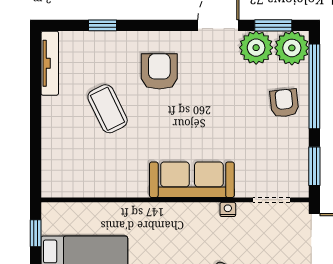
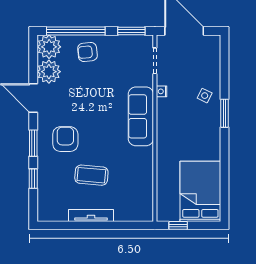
window: (273, 25) -> (33, 143), moved
tv unit: (50, 63) -> (91, 215), moved
armchair: (159, 71) -> (65, 139), turned 90
coffee table: (108, 109) -> (91, 175), turned 31

